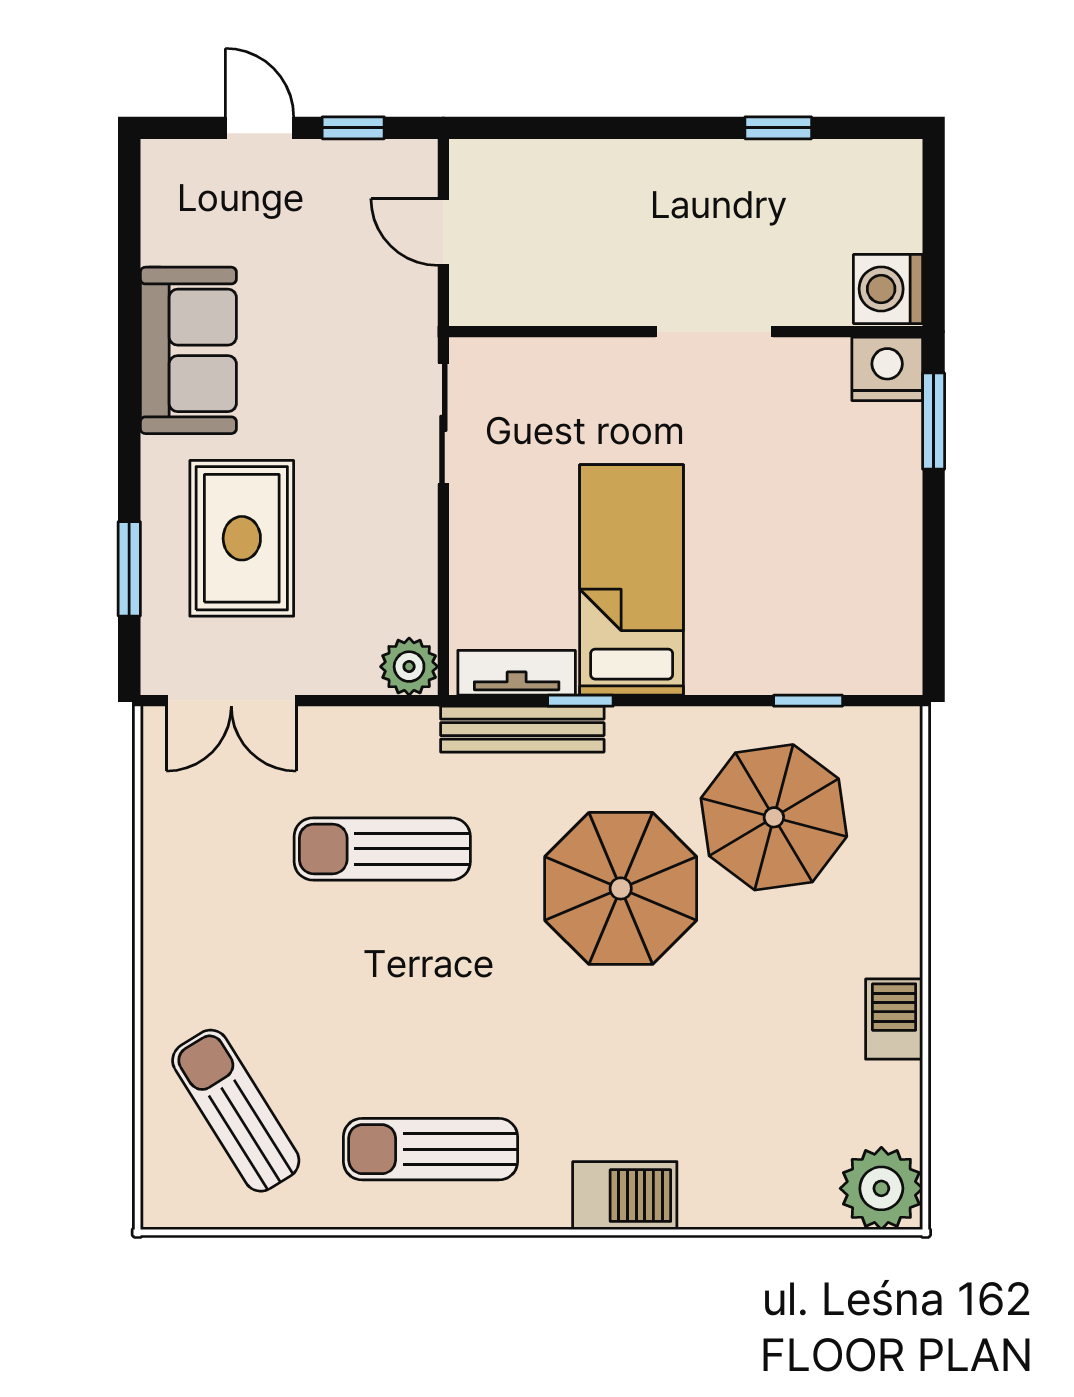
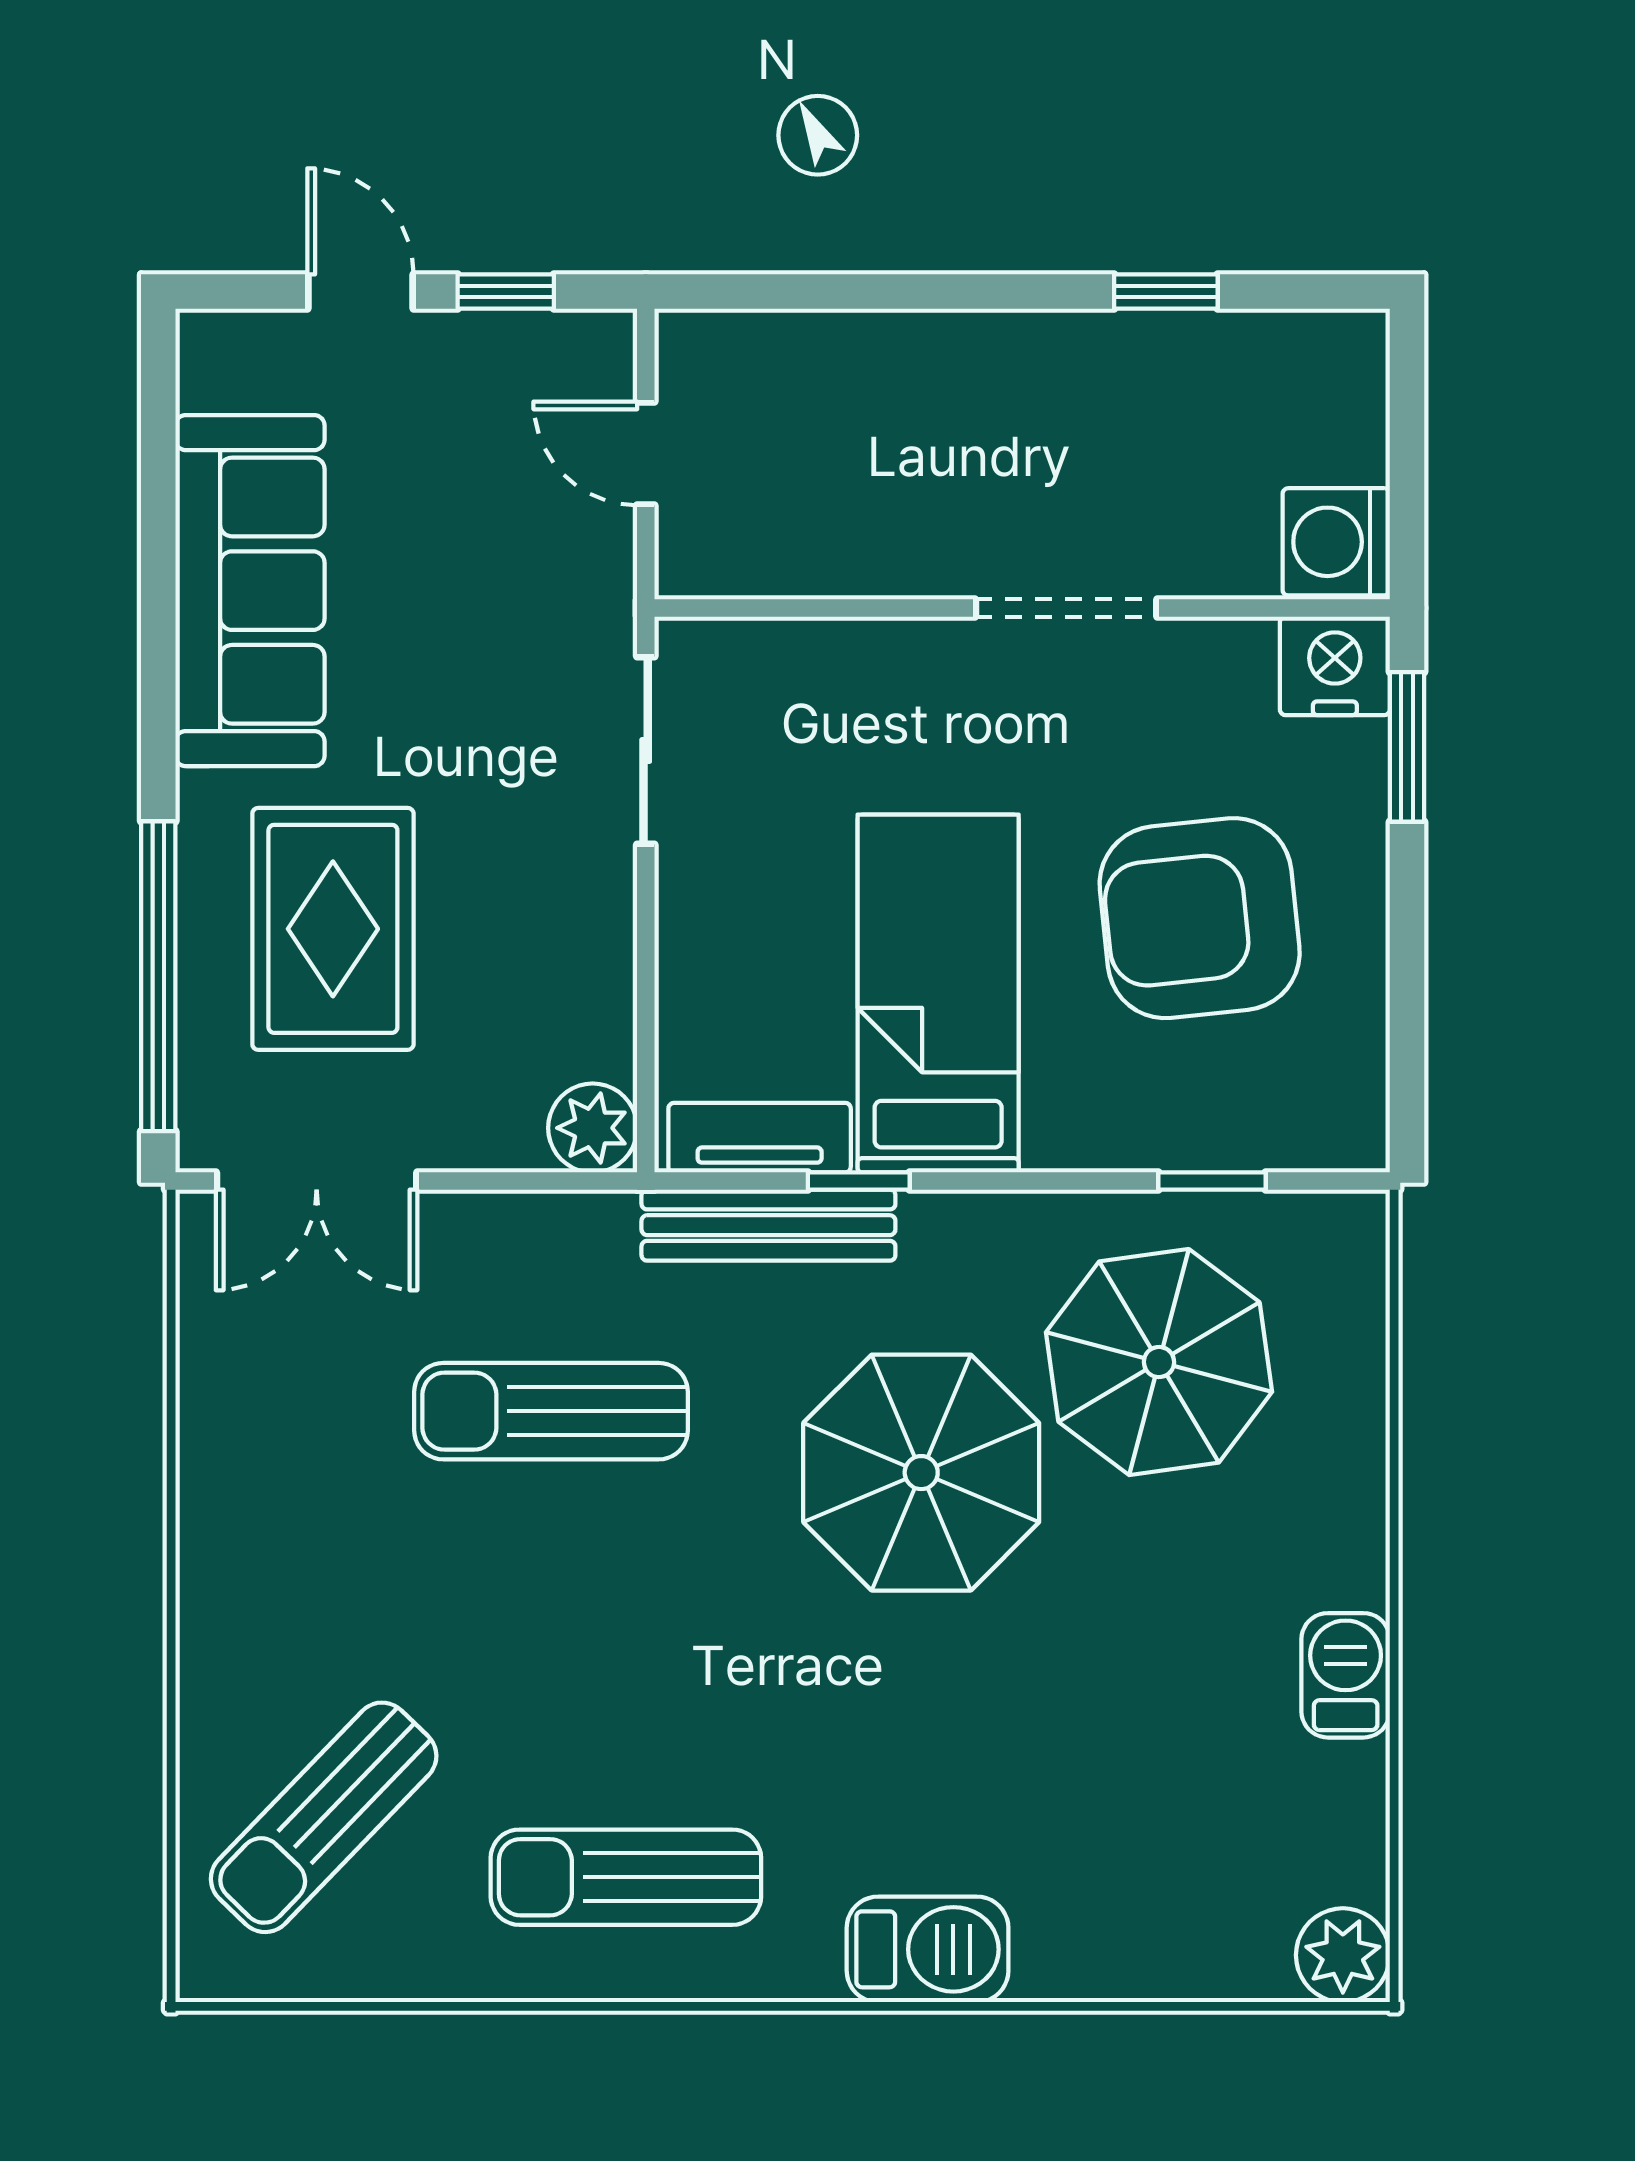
sofa: (188, 350) -> (250, 591), width x1.36
armchair: (800, 531) -> (1200, 918), added
window: (129, 569) -> (158, 976), width x2.11
sun lounger: (236, 1111) -> (324, 1817), turned -104
plant: (881, 1188) -> (1343, 1955), width x0.73, depth x0.73

